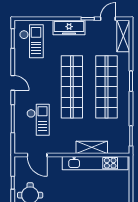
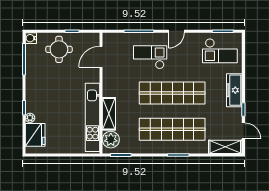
checkout: (38, 120) -> (150, 57), moved, turned 180
plant: (116, 146) -> (111, 140), added

